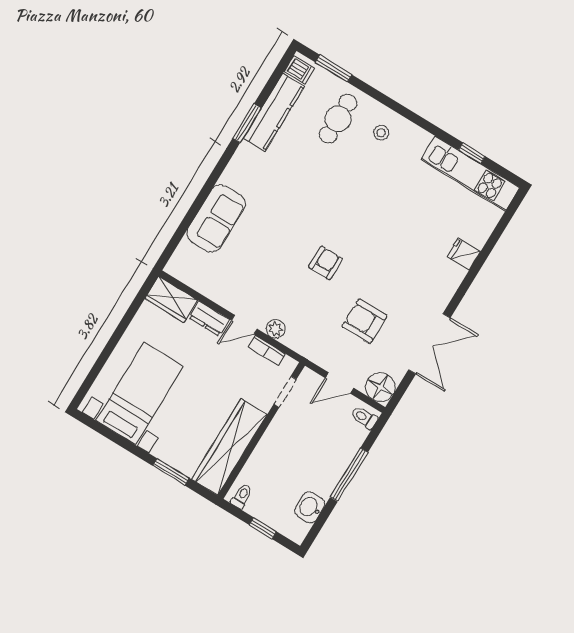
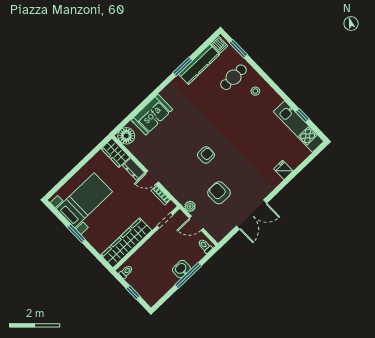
plant: (276, 329) -> (190, 206), moved
floor lamp: (380, 387) -> (126, 136), moved
window: (171, 472) -> (76, 233), moved
washbasin: (310, 507) -> (181, 269), moved

